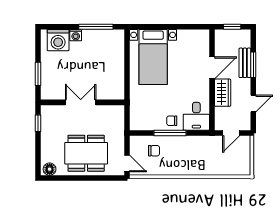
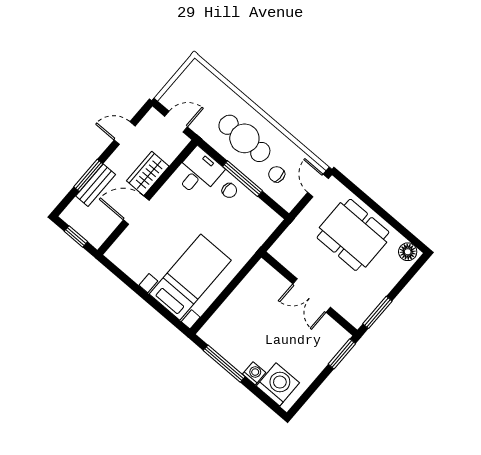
window: (38, 74) -> (342, 354), moved
window: (38, 123) -> (377, 312), width x1.50
cafe table: (187, 155) -> (244, 138), added

